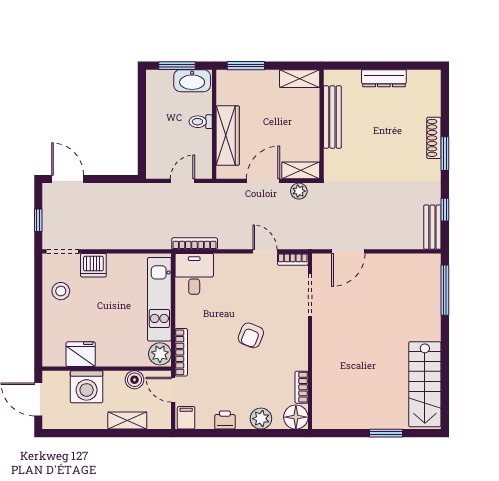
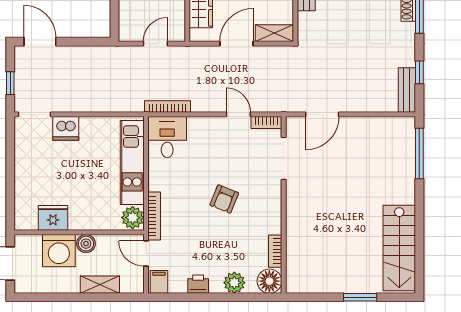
plant: (299, 191) -> (273, 54), removed
stool: (61, 291) -> (33, 154), removed
boiler: (134, 380) -> (86, 244), moved

